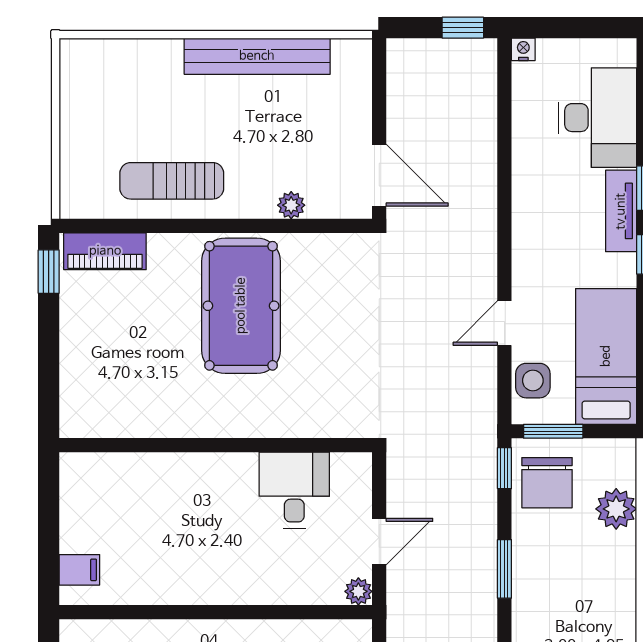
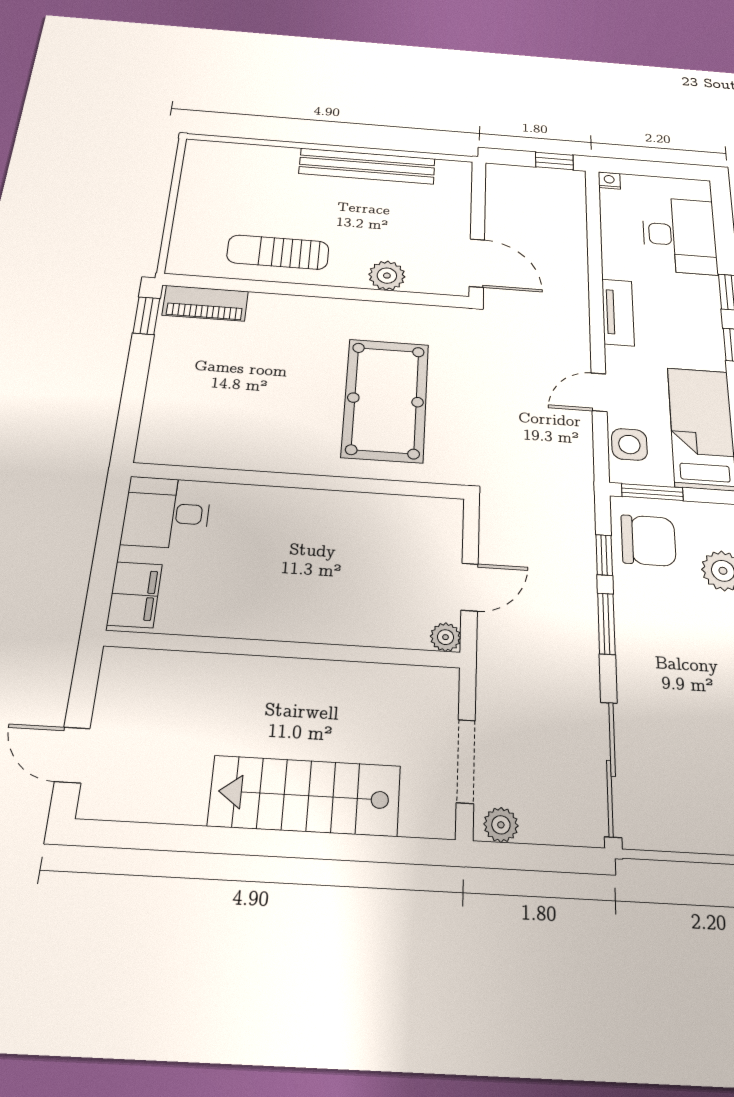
plant: (291, 205) -> (387, 276), width x1.38, depth x1.38
tv unit: (621, 211) -> (618, 312), moved, turned 180
pool table: (241, 306) -> (385, 400), moved
window: (504, 468) -> (604, 555), moved
chair: (547, 483) -> (648, 540), turned -90
desk: (294, 490) -> (167, 513), moved, turned -90
filing cabinet: (79, 570) -> (135, 595), width x2.00

